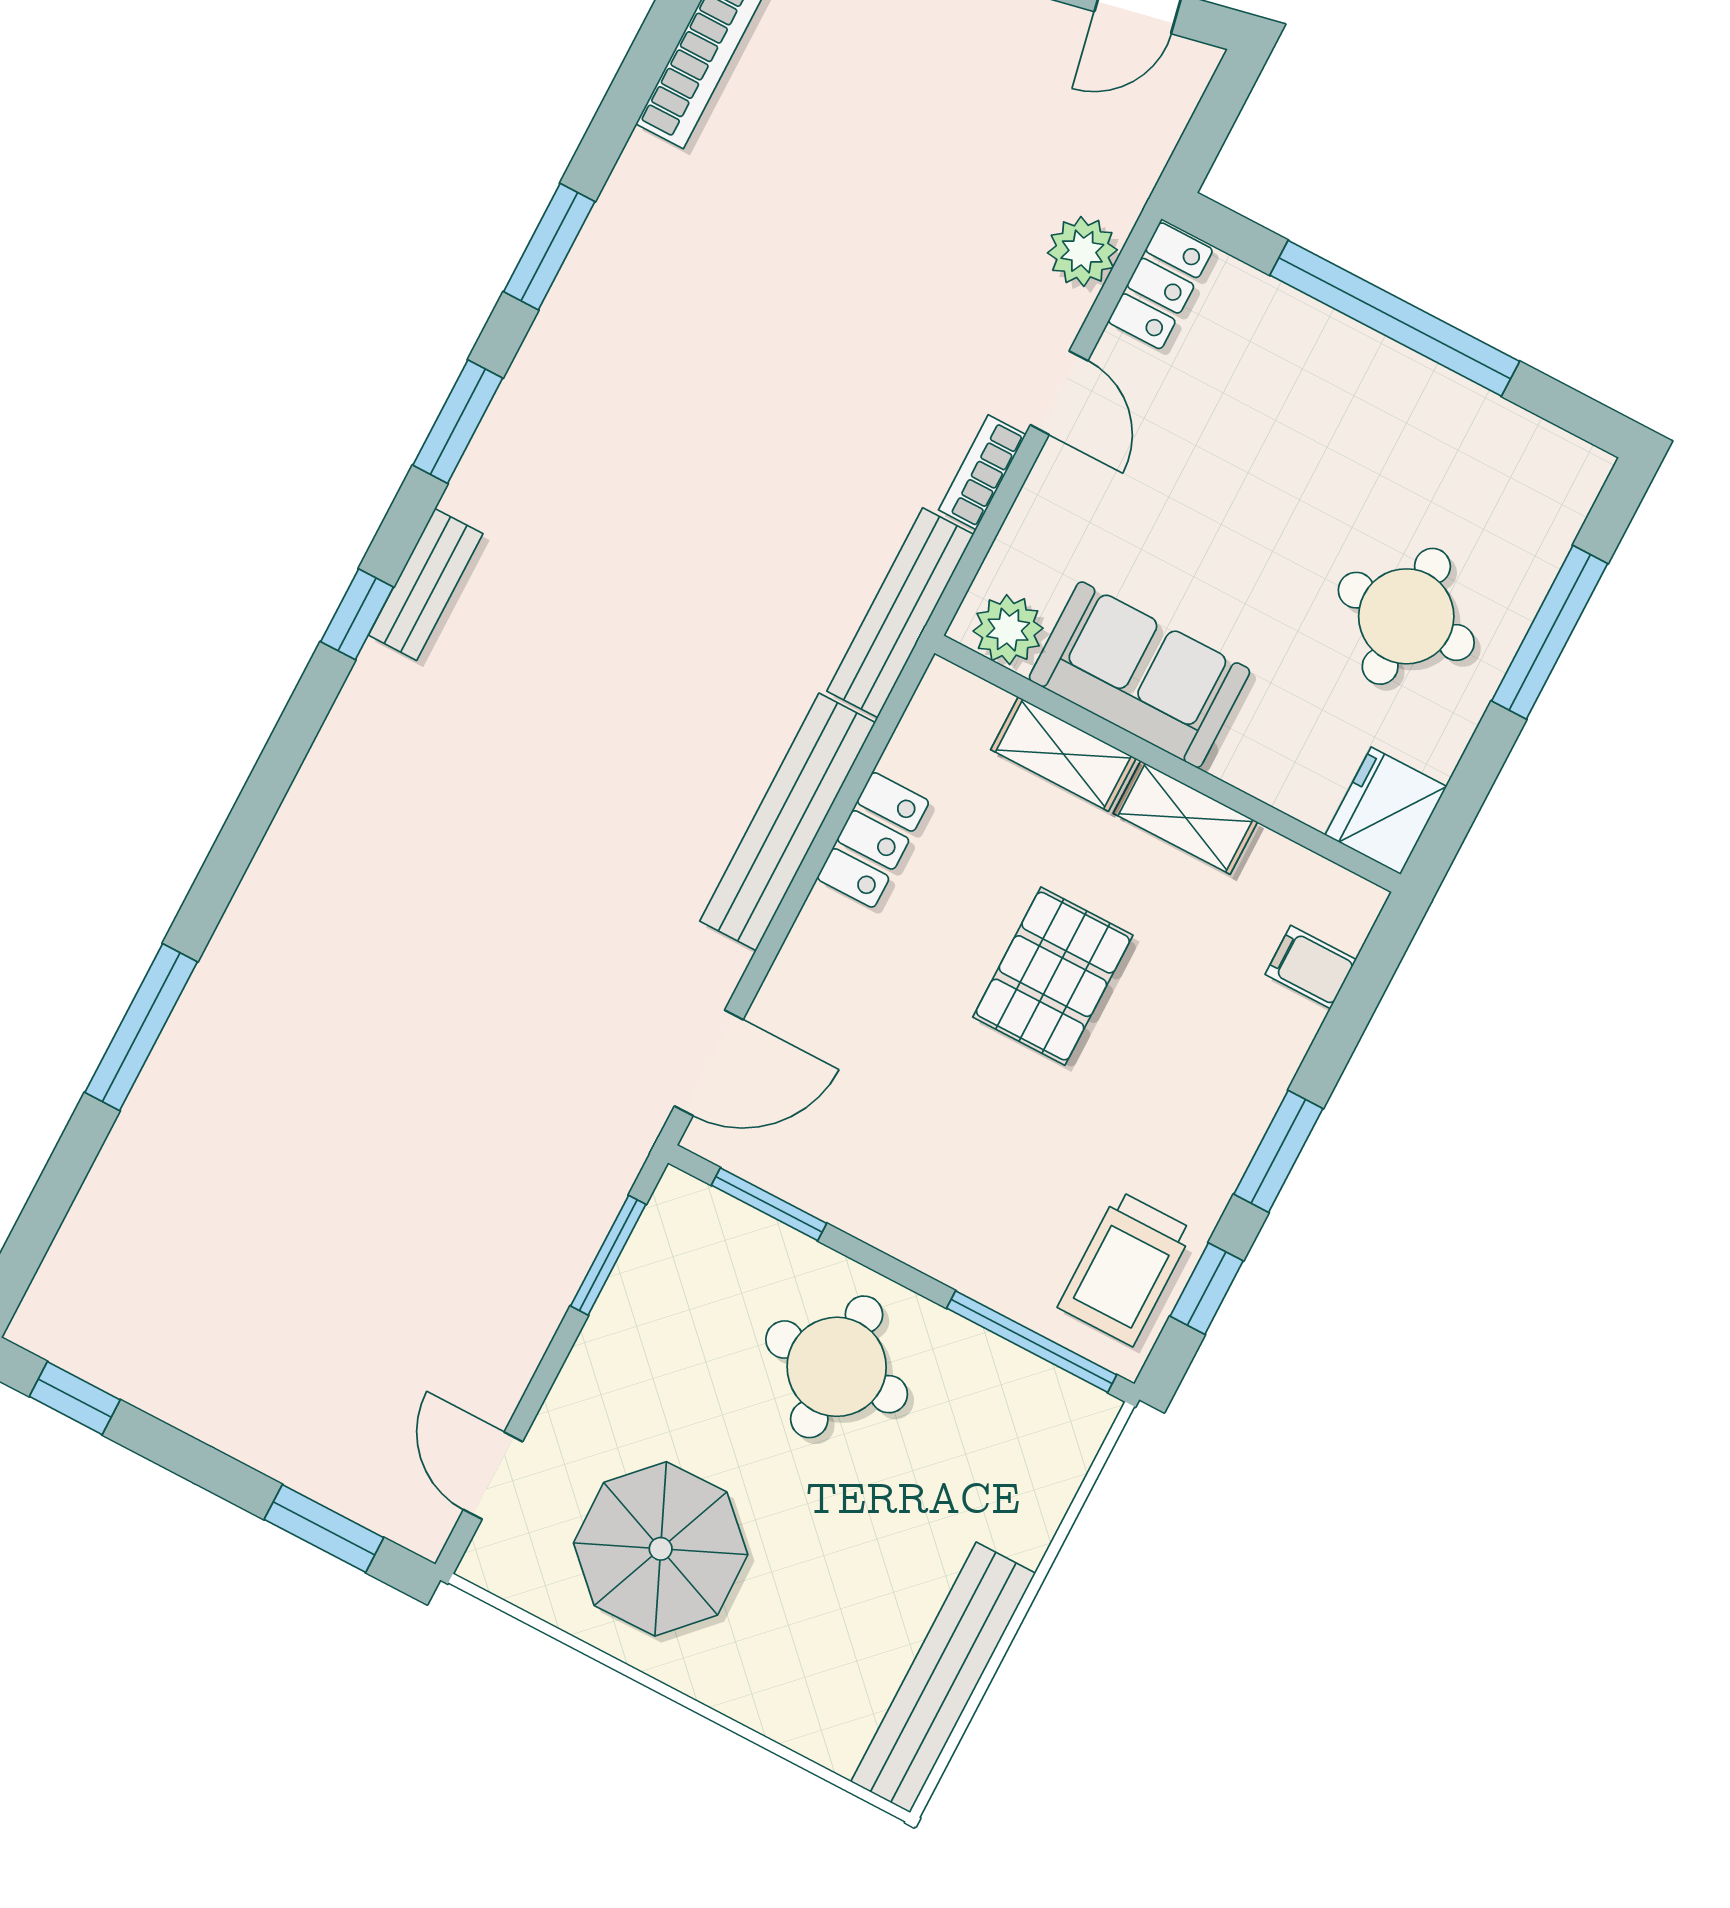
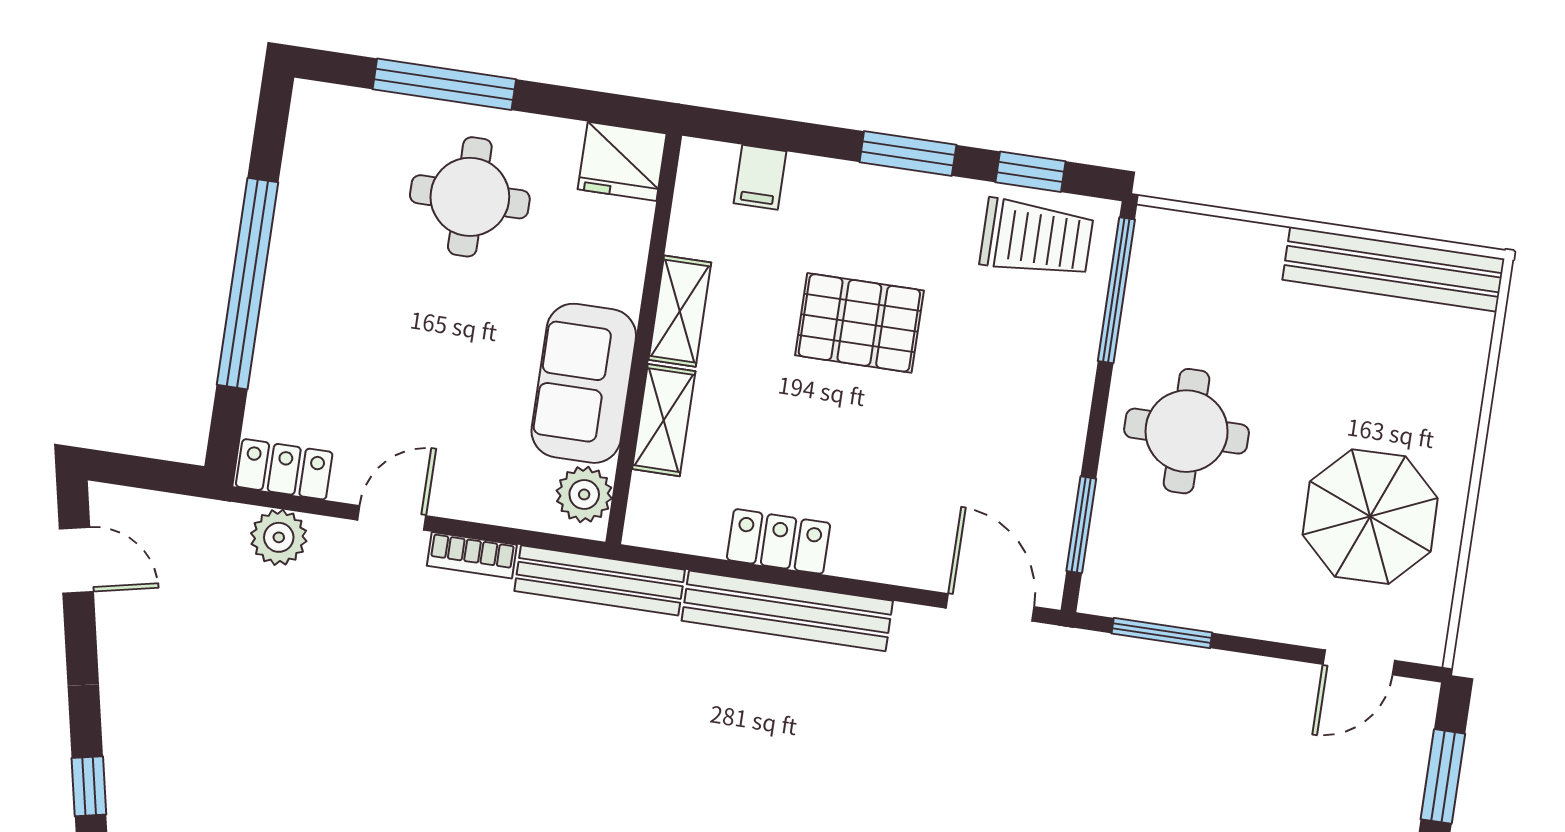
pallet: (1053, 976) -> (859, 323), moved

